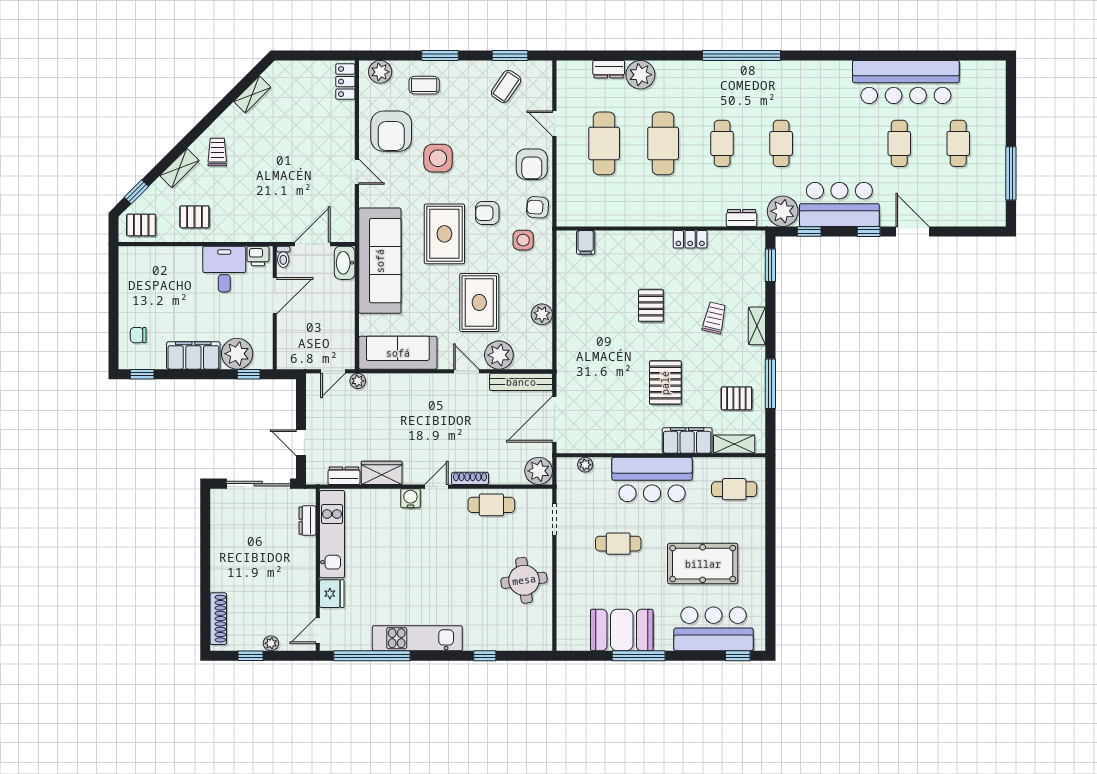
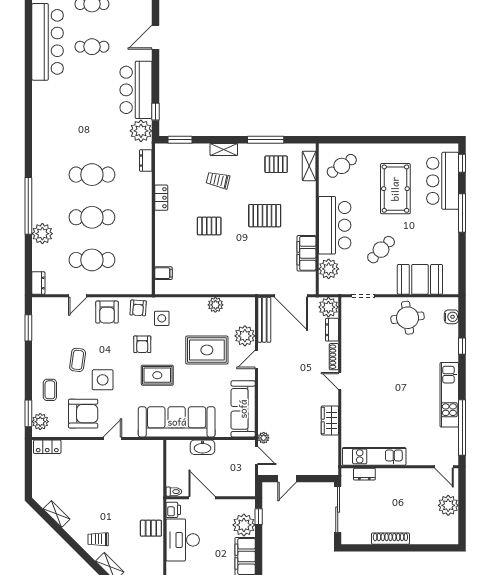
window: (440, 55) -> (28, 413), moved
window: (741, 55) -> (28, 206), moved
dresser: (609, 69) -> (38, 283), moved
coffee table: (506, 86) -> (78, 360), moved, turned 64
cafe table: (722, 143) -> (92, 175), width x1.37, depth x1.35
cafe table: (781, 143) -> (92, 132), removed
armchair: (532, 164) -> (107, 312), turned 90
pallet: (194, 217) -> (151, 528), moved, turned 90
window: (869, 231) -> (156, 69), removed
rug: (444, 234) -> (157, 375), width x0.73, depth x0.70
door: (312, 244) -> (165, 471), removed
washbasin: (345, 263) -> (202, 447), moved
desk: (224, 269) -> (183, 540), width x1.37
pallet: (736, 398) -> (276, 164), turned 90
filing cabinet: (687, 440) -> (307, 253), moved
door: (301, 443) -> (287, 479), moved
plant: (585, 465) -> (329, 269), width x1.88, depth x1.88
dresser: (344, 476) -> (332, 330), moved
cafe table: (734, 489) -> (342, 166), turned 56
water cooler: (410, 498) -> (451, 317), moved, turned 180
cafe table: (491, 505) -> (353, 341), removed
cafe table: (618, 544) -> (381, 250), turned 45
fridge: (332, 594) -> (417, 457), removed
shoe rack: (218, 619) -> (390, 539), moved
booth: (622, 630) -> (420, 279), moved, turned 90
plant: (271, 643) -> (448, 505), width x1.88, depth x1.88
window: (251, 656) -> (462, 515), removed
window: (639, 656) -> (462, 213), moved

